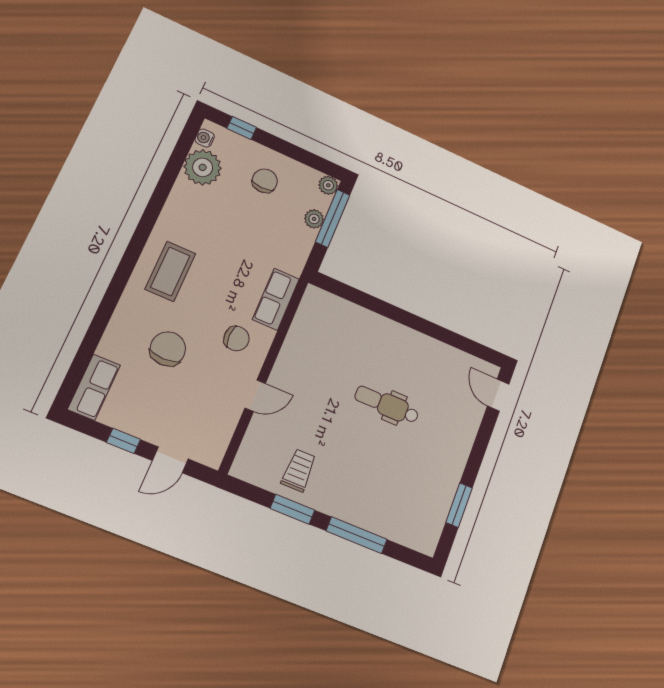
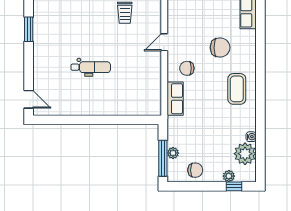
water cooler: (205, 138) -> (251, 137), moved
chair: (265, 181) -> (195, 170), moved, turned -90
plant: (328, 185) -> (229, 176), moved
chair: (168, 349) -> (220, 48), turned -90

